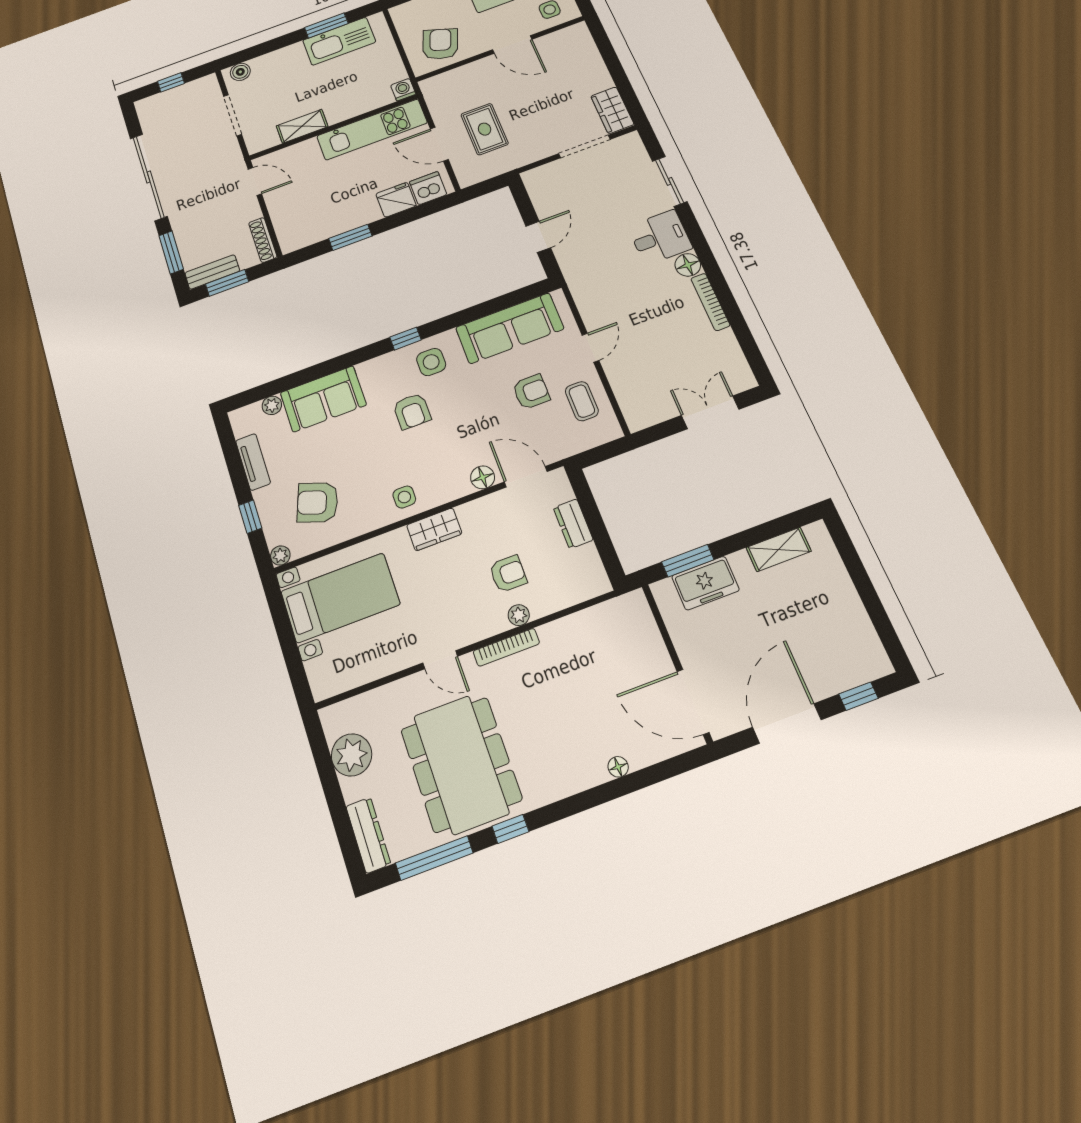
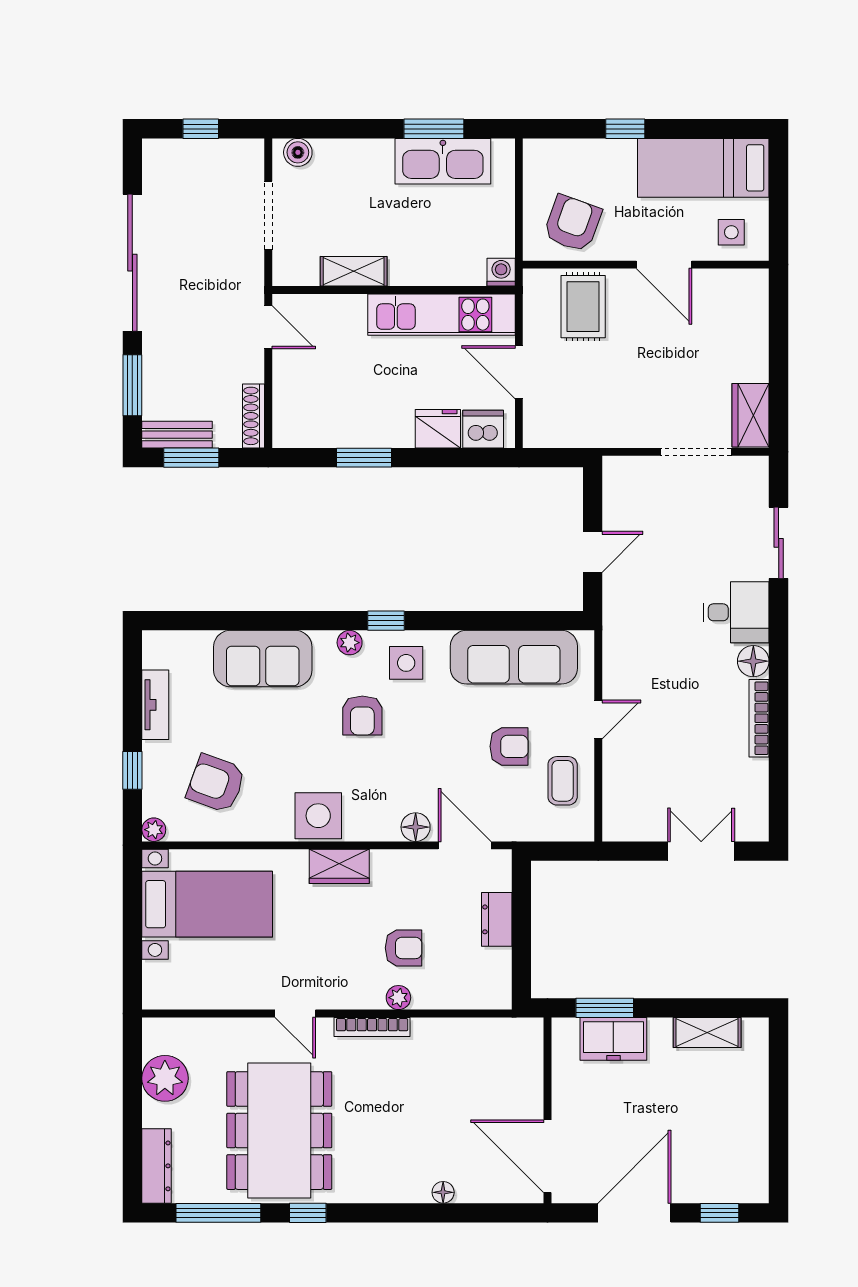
rug: (485, 129) -> (583, 307), moved
plant: (272, 405) -> (350, 643), moved
side table: (404, 497) -> (318, 816), width x1.87, depth x1.87

